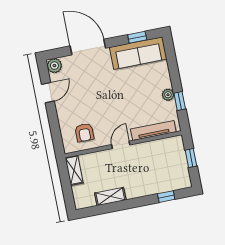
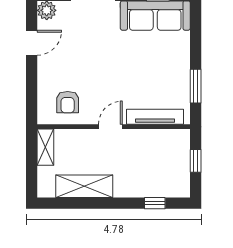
plant: (168, 95) -> (182, 75), removed
window: (180, 101) -> (196, 86), width x1.50
shelving: (110, 197) -> (84, 186), width x1.50, depth x1.33

